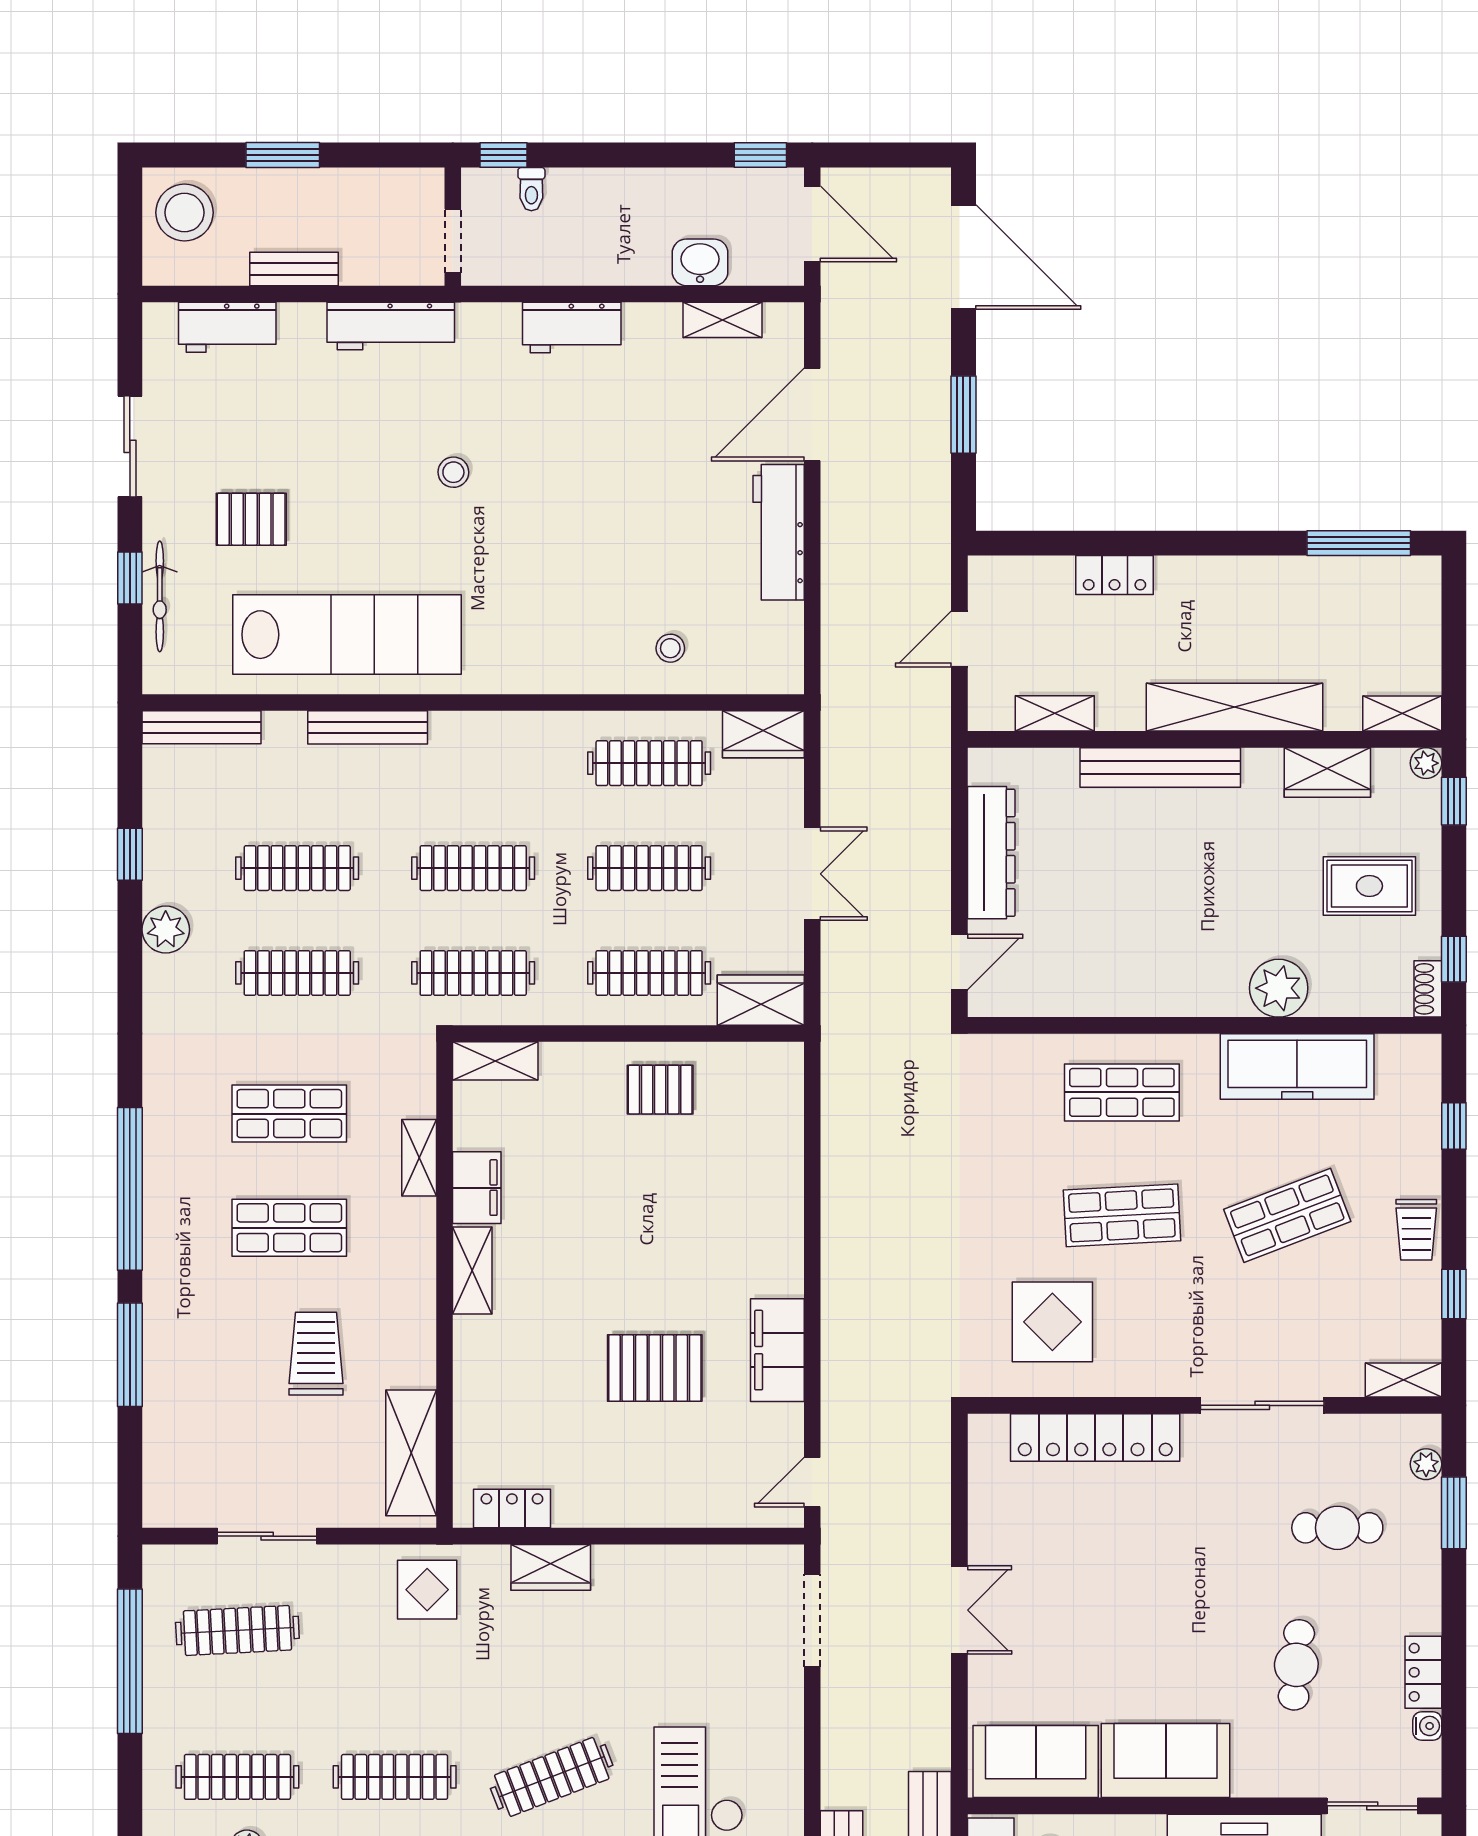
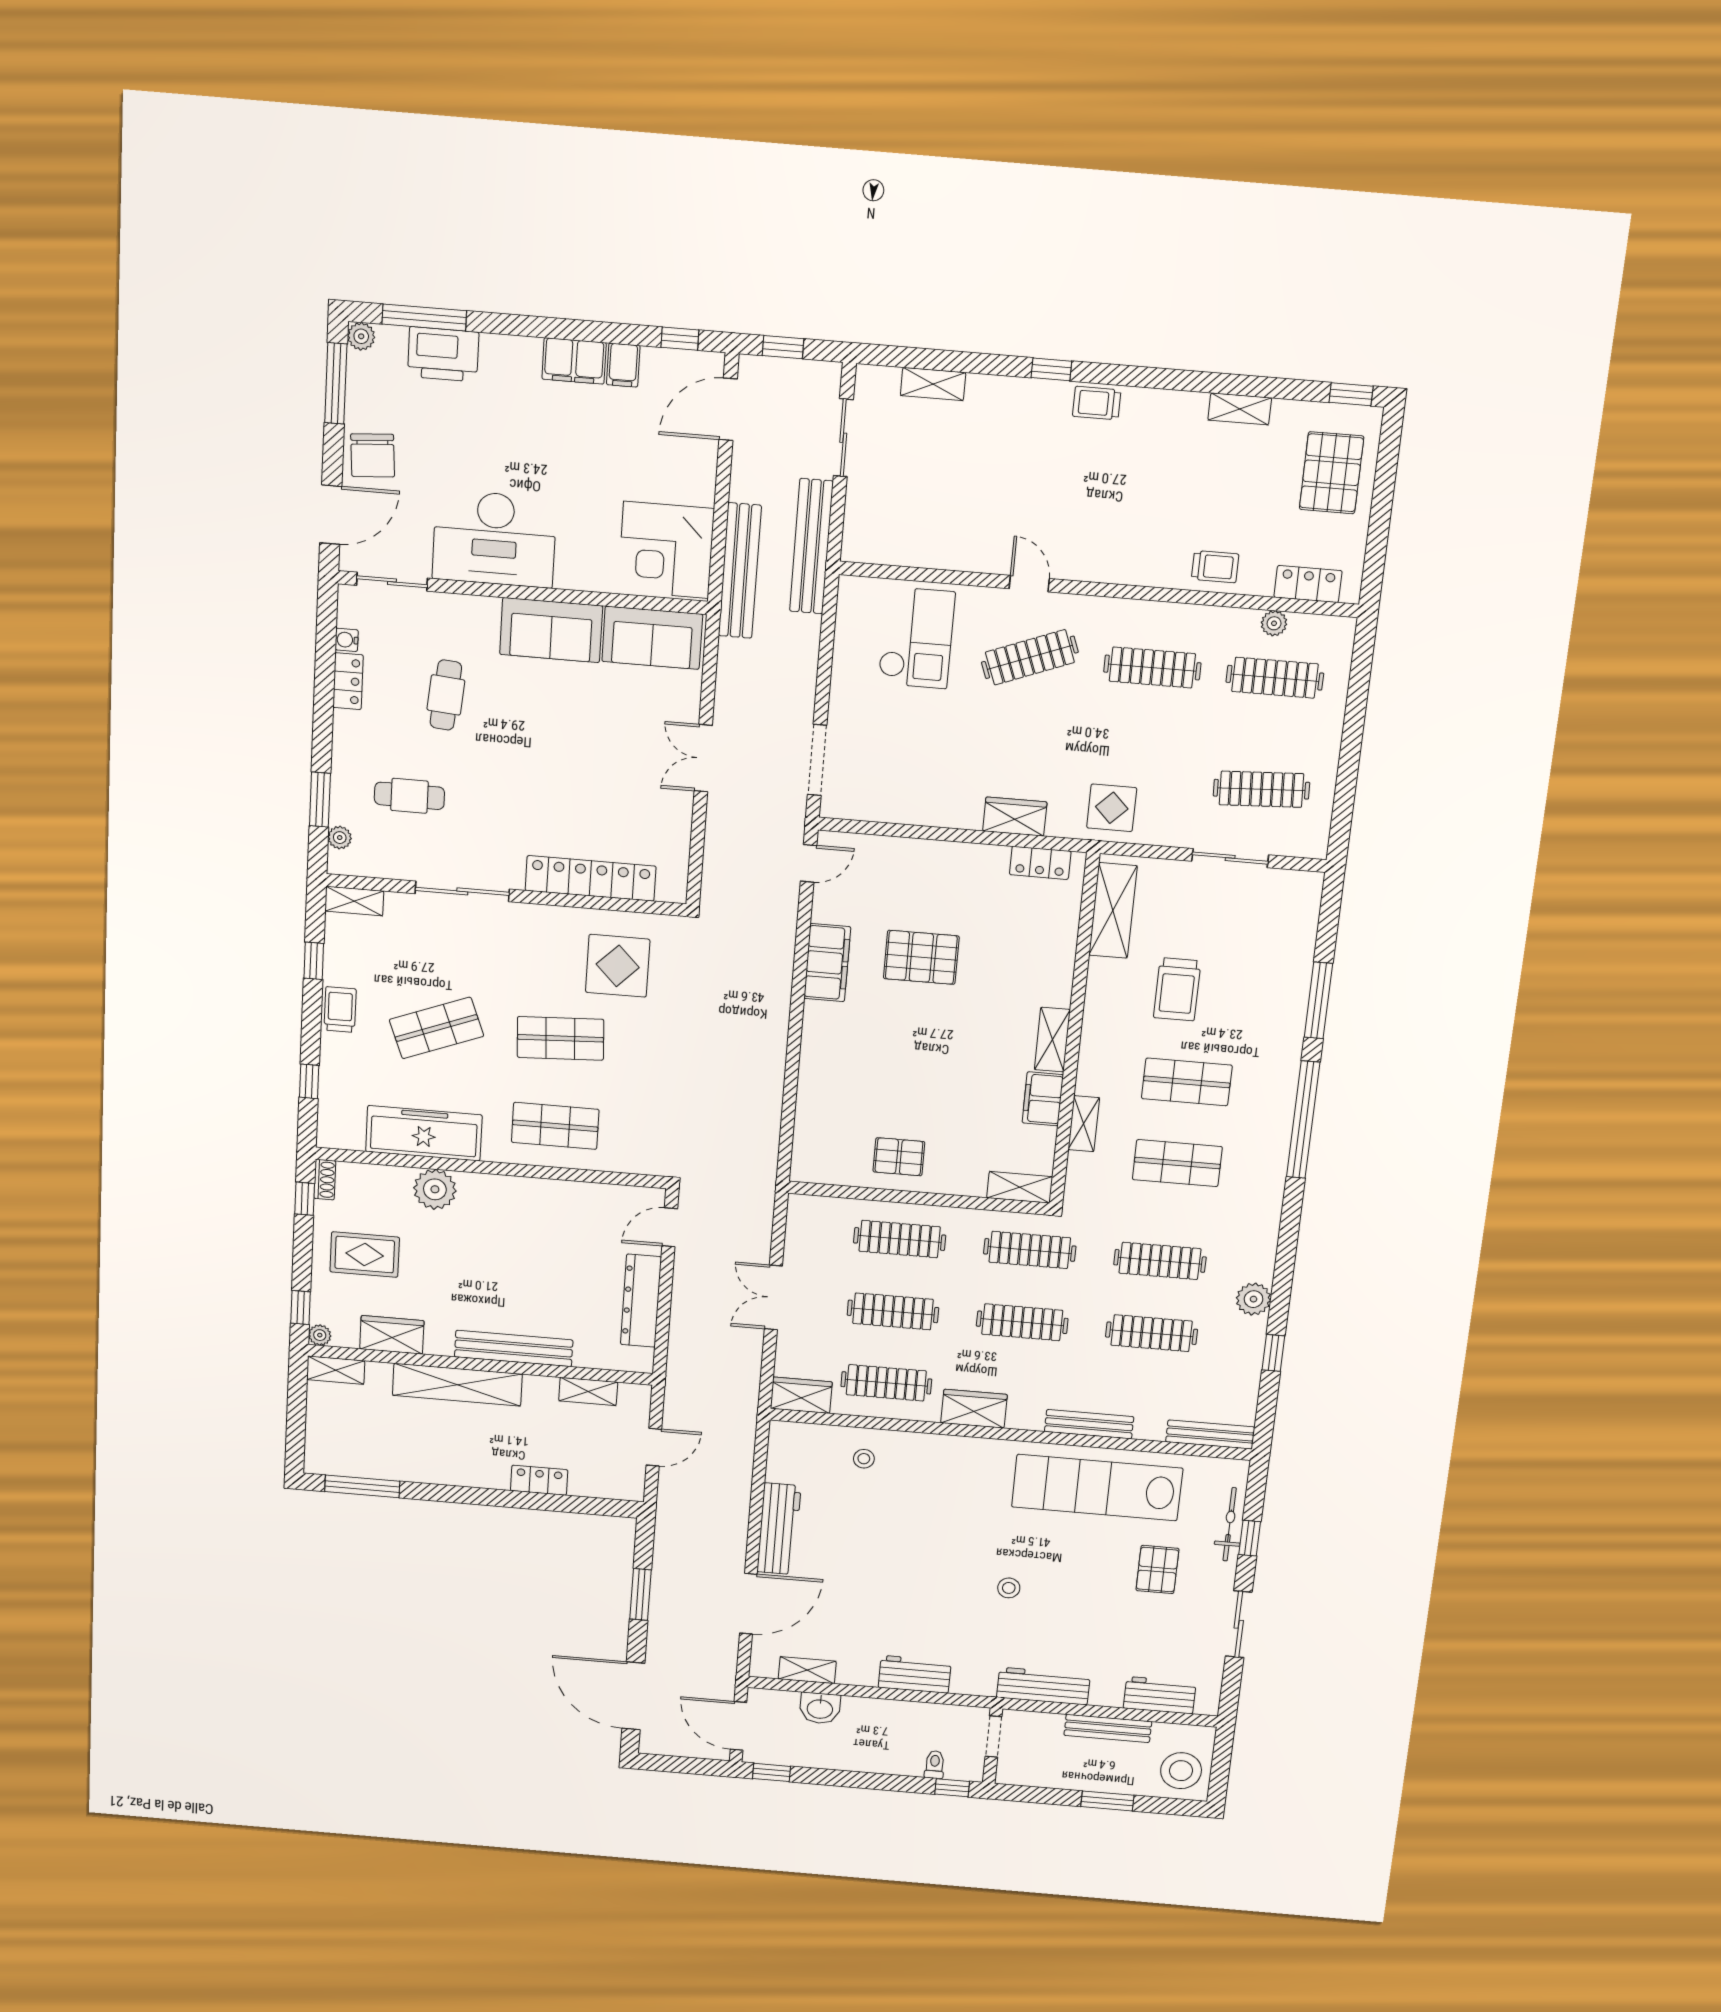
bench: (294, 269) -> (1108, 1728), width x1.36
pallet: (251, 519) -> (1157, 1570), turned 90
wardrobe: (761, 1000) -> (974, 1409), moved, turned 180
window: (130, 1661) -> (1347, 773), removed

